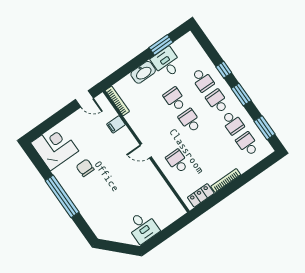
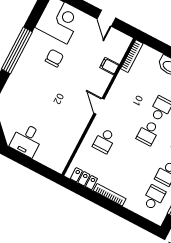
door: (84, 99) -> (106, 18), moved
school desk: (190, 121) -> (148, 133), turned 180
school desk: (177, 161) -> (104, 141), turned 180

